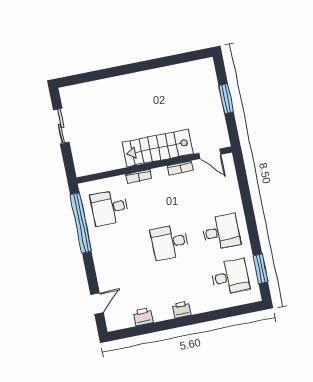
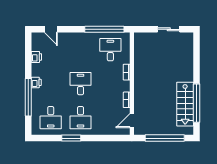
window: (164, 62) -> (196, 103), added
window: (226, 99) -> (165, 138), width x2.11
stairs: (158, 148) -> (185, 104), moved, turned 180
window: (260, 269) -> (71, 138), moved
window: (206, 317) -> (28, 97), added

